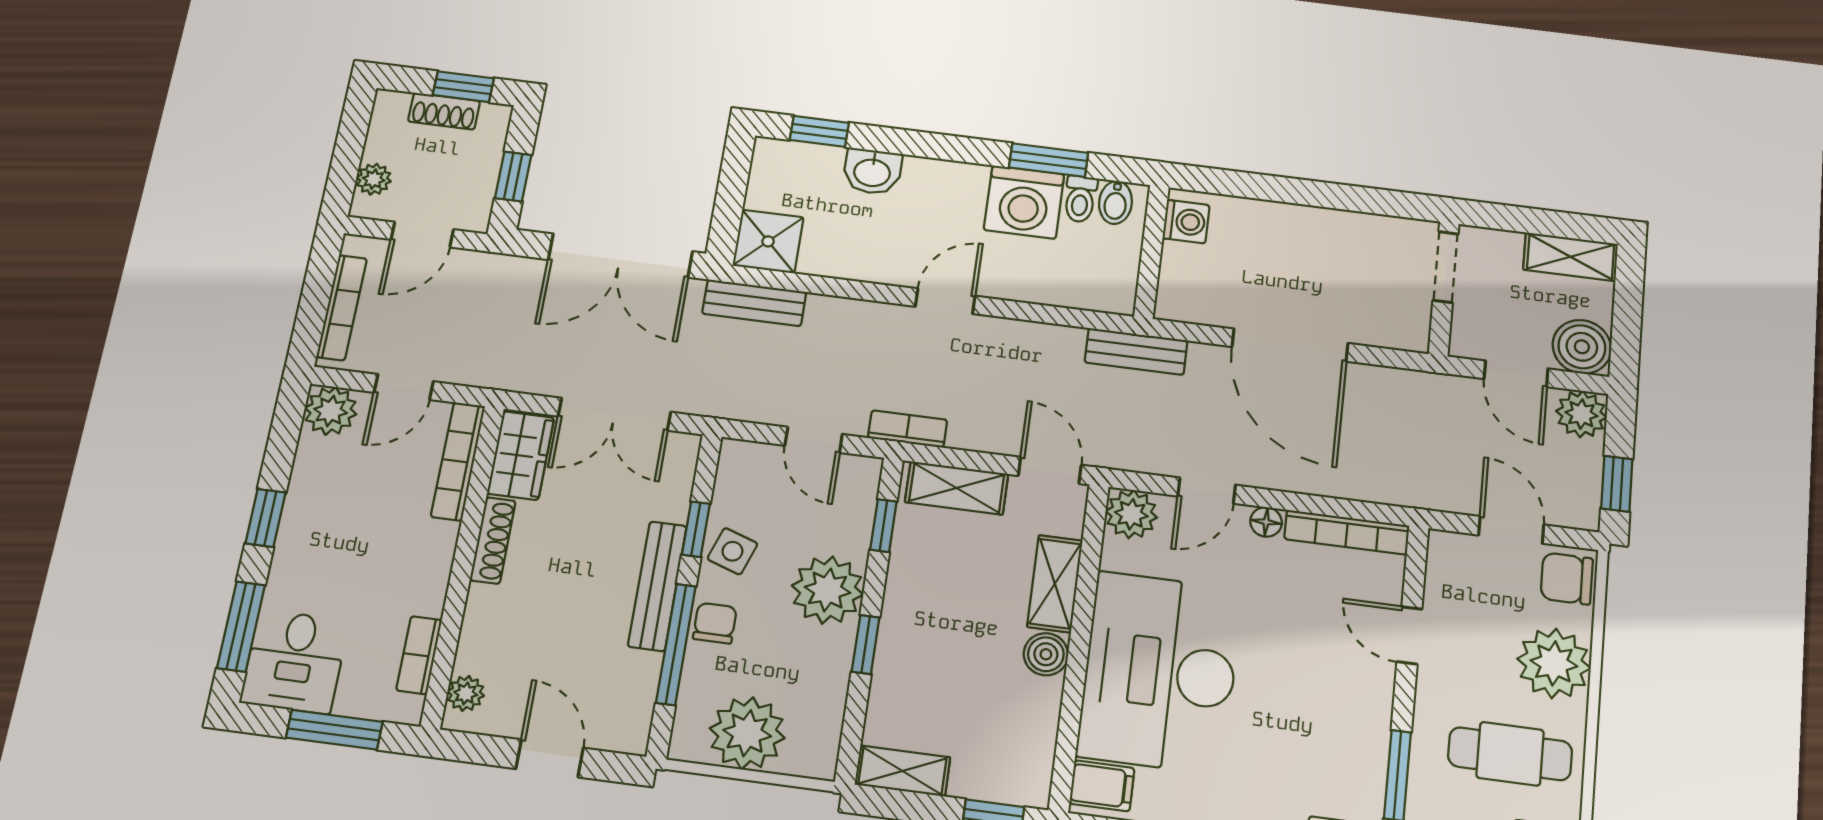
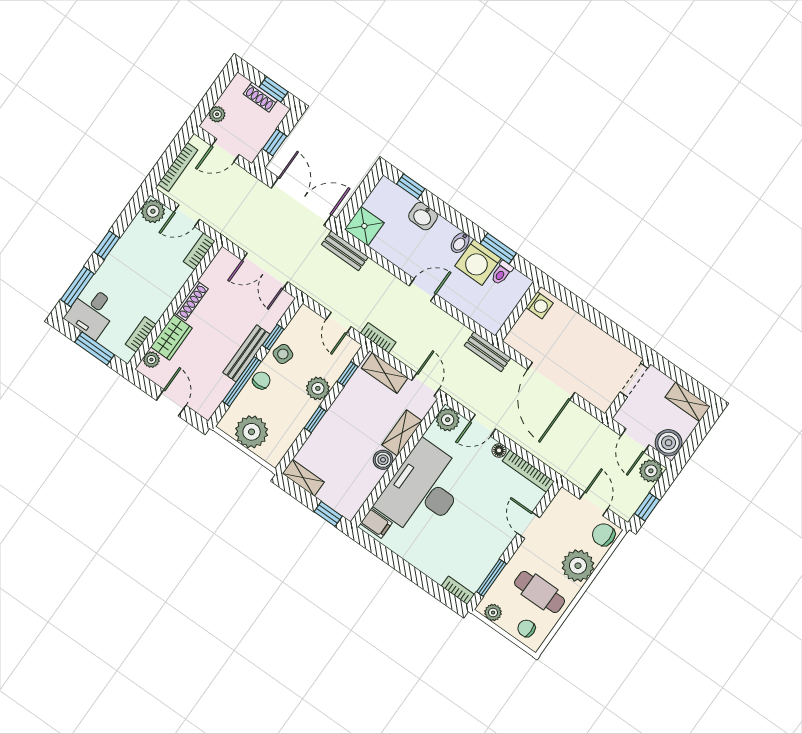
bidet: (1115, 202) -> (460, 243), moved
double door: (620, 256) -> (301, 201), swing flipped
wardrobe: (521, 456) -> (171, 337), moved
bookcase: (458, 461) -> (199, 251), width x0.64
plant: (828, 590) -> (318, 388), width x0.73, depth x0.73

